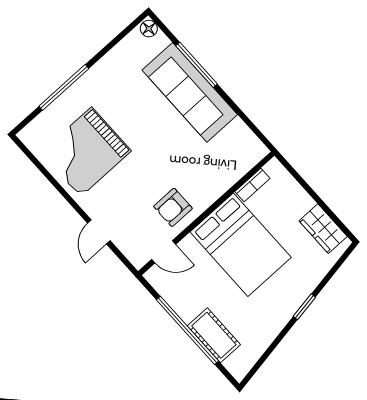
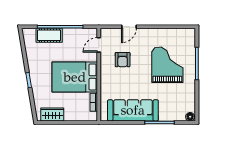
sofa: (190, 92) -> (133, 110), moved
grand piano: (86, 152) -> (167, 65), moved
armchair: (173, 207) -> (123, 60), moved, turned 180
door: (99, 232) -> (129, 27), swing flipped

